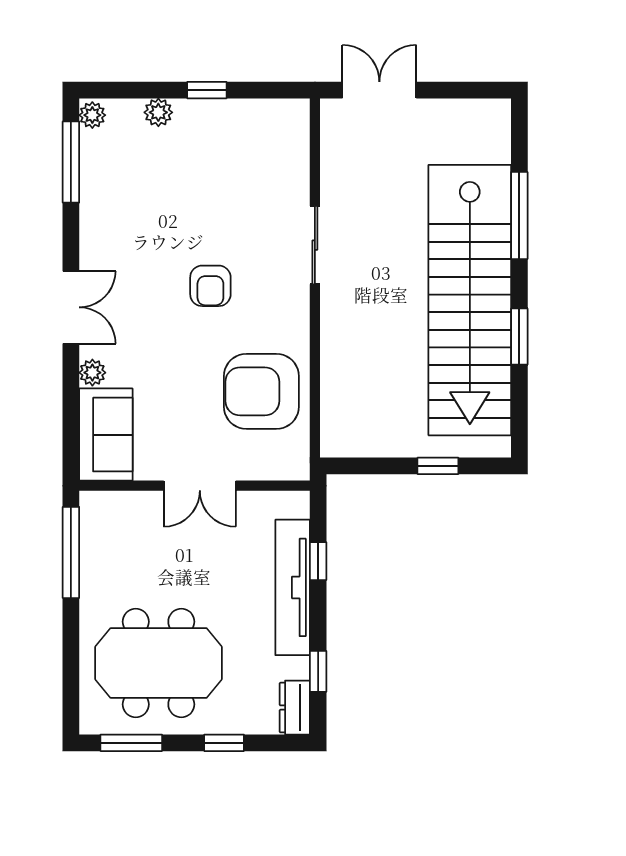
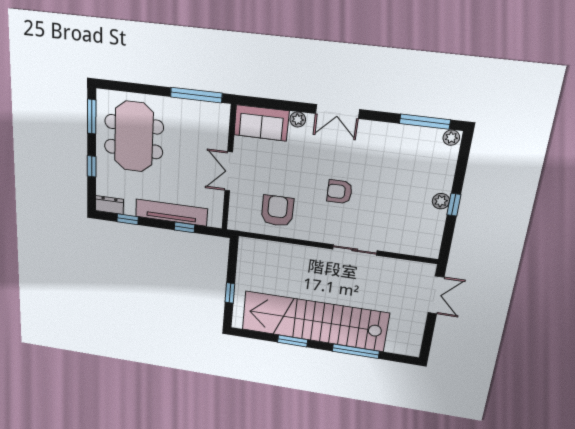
plant: (158, 112) -> (441, 201), moved
armchair: (261, 391) -> (277, 211), width x0.73, depth x0.73

